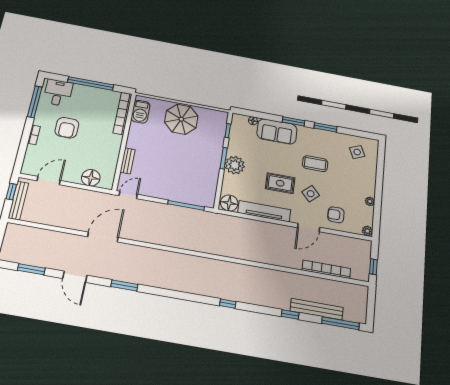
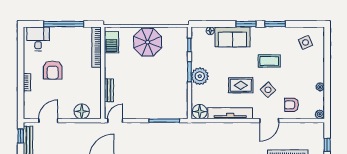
window: (35, 102) -> (21, 51), removed

